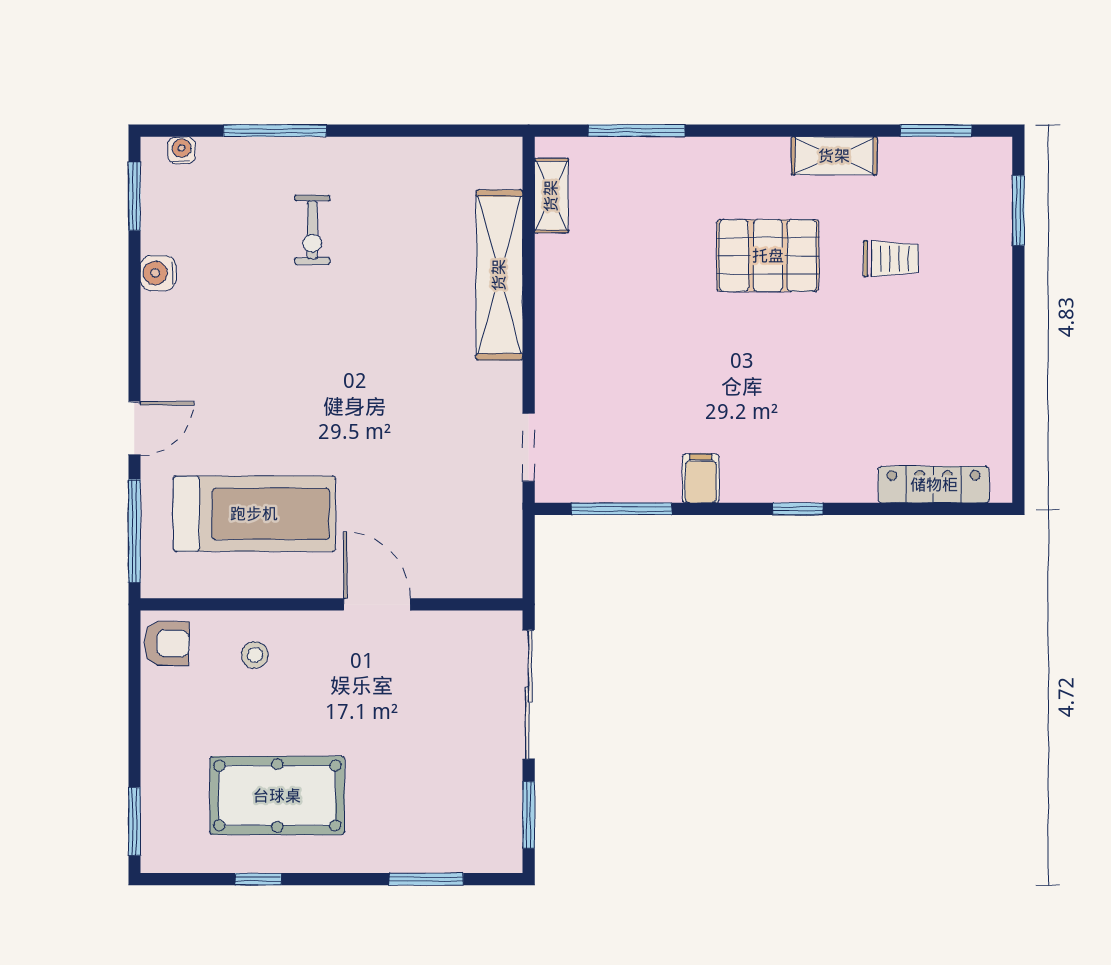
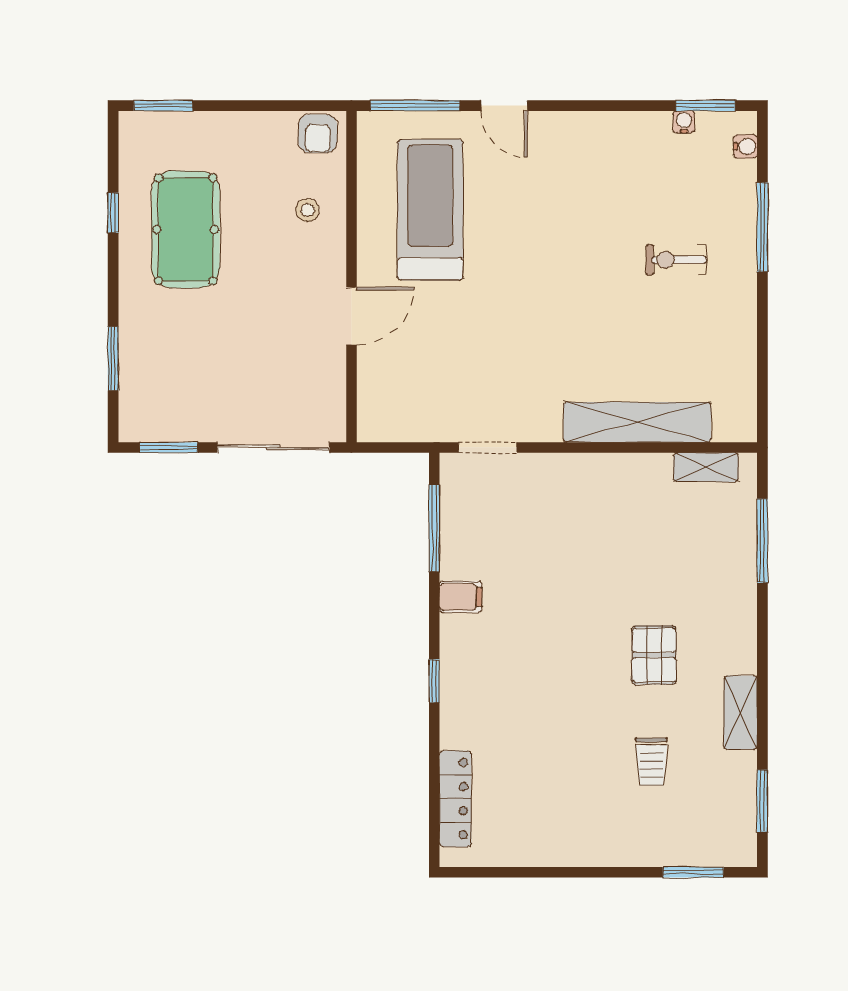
pallet: (768, 256) -> (654, 655), width x0.67, depth x0.71
water cooler: (158, 273) -> (684, 122), moved, width x0.72, depth x0.72
treadmill: (254, 514) -> (430, 210), turned 180

